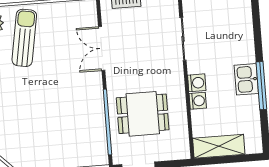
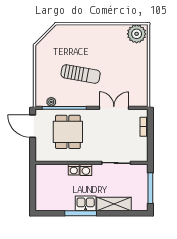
sun lounger: (24, 38) -> (81, 74), moved
plant: (100, 142) -> (51, 102), added
shelving: (219, 146) -> (114, 204), moved, turned 90

